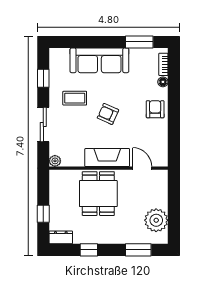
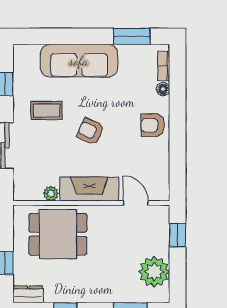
armchair: (155, 109) -> (153, 125), turned -90
plant: (55, 161) -> (51, 193), moved
window: (174, 193) -> (177, 235), added
dining table: (98, 194) -> (58, 234), moved, turned 90

